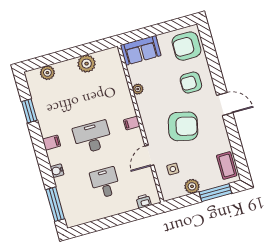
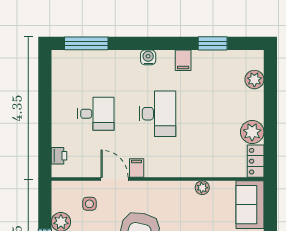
locker: (107, 55) -> (256, 161), added
filing cabinet: (132, 123) -> (137, 168), moved
filing cabinet: (51, 143) -> (183, 60), moved
water cooler: (57, 171) -> (148, 57), moved

